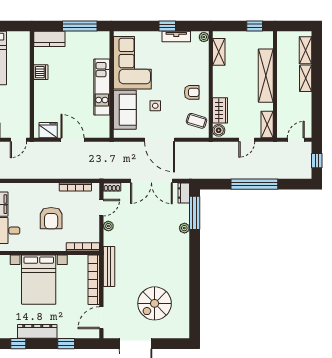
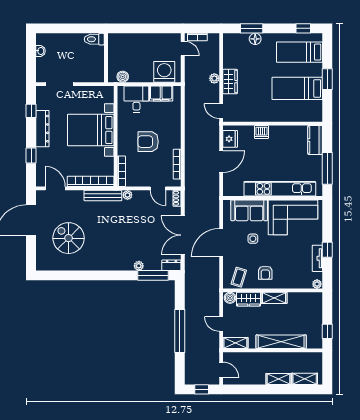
shelving: (219, 52) -> (274, 298), moved
dishwasher: (41, 72) -> (262, 132), moved
kitchen unit: (102, 87) -> (280, 189), width x1.36
plant: (108, 226) -> (127, 195), moved

